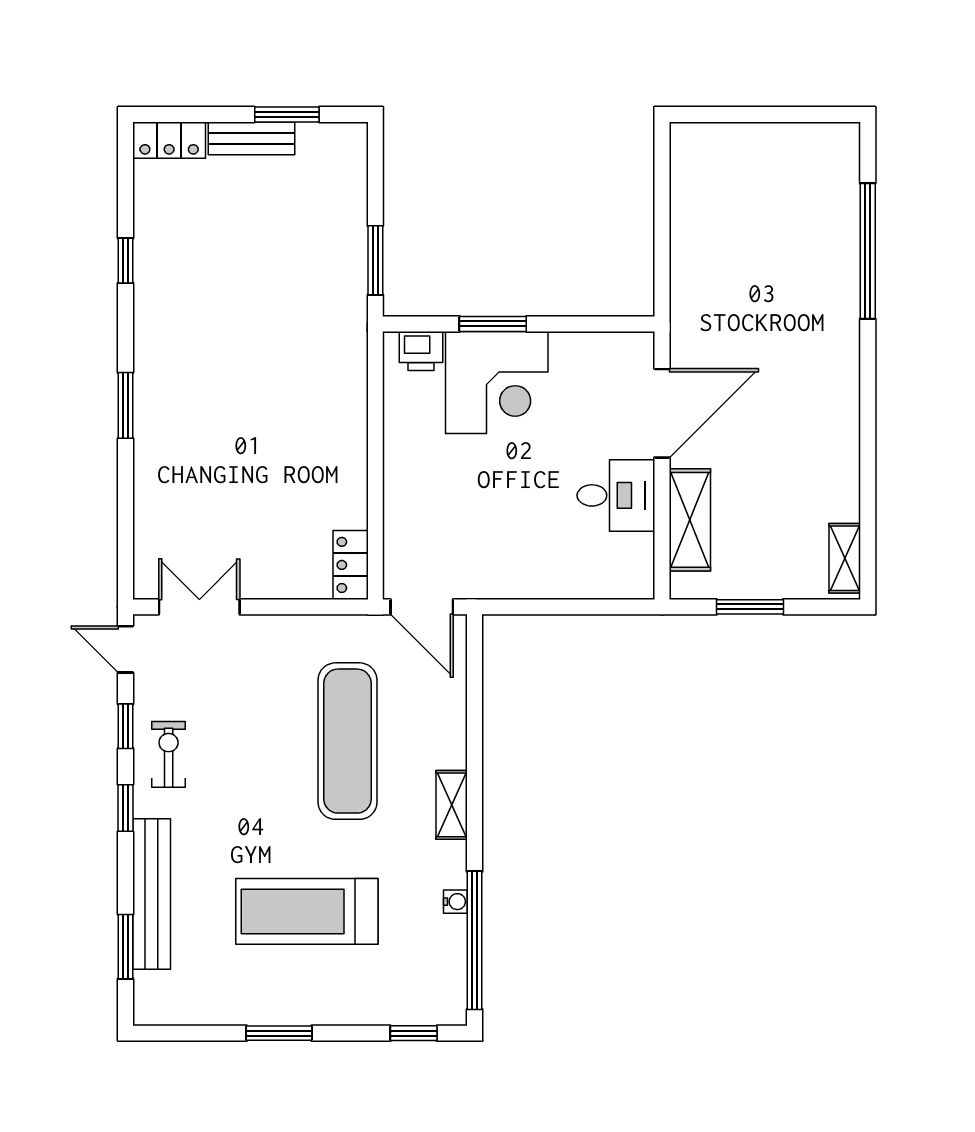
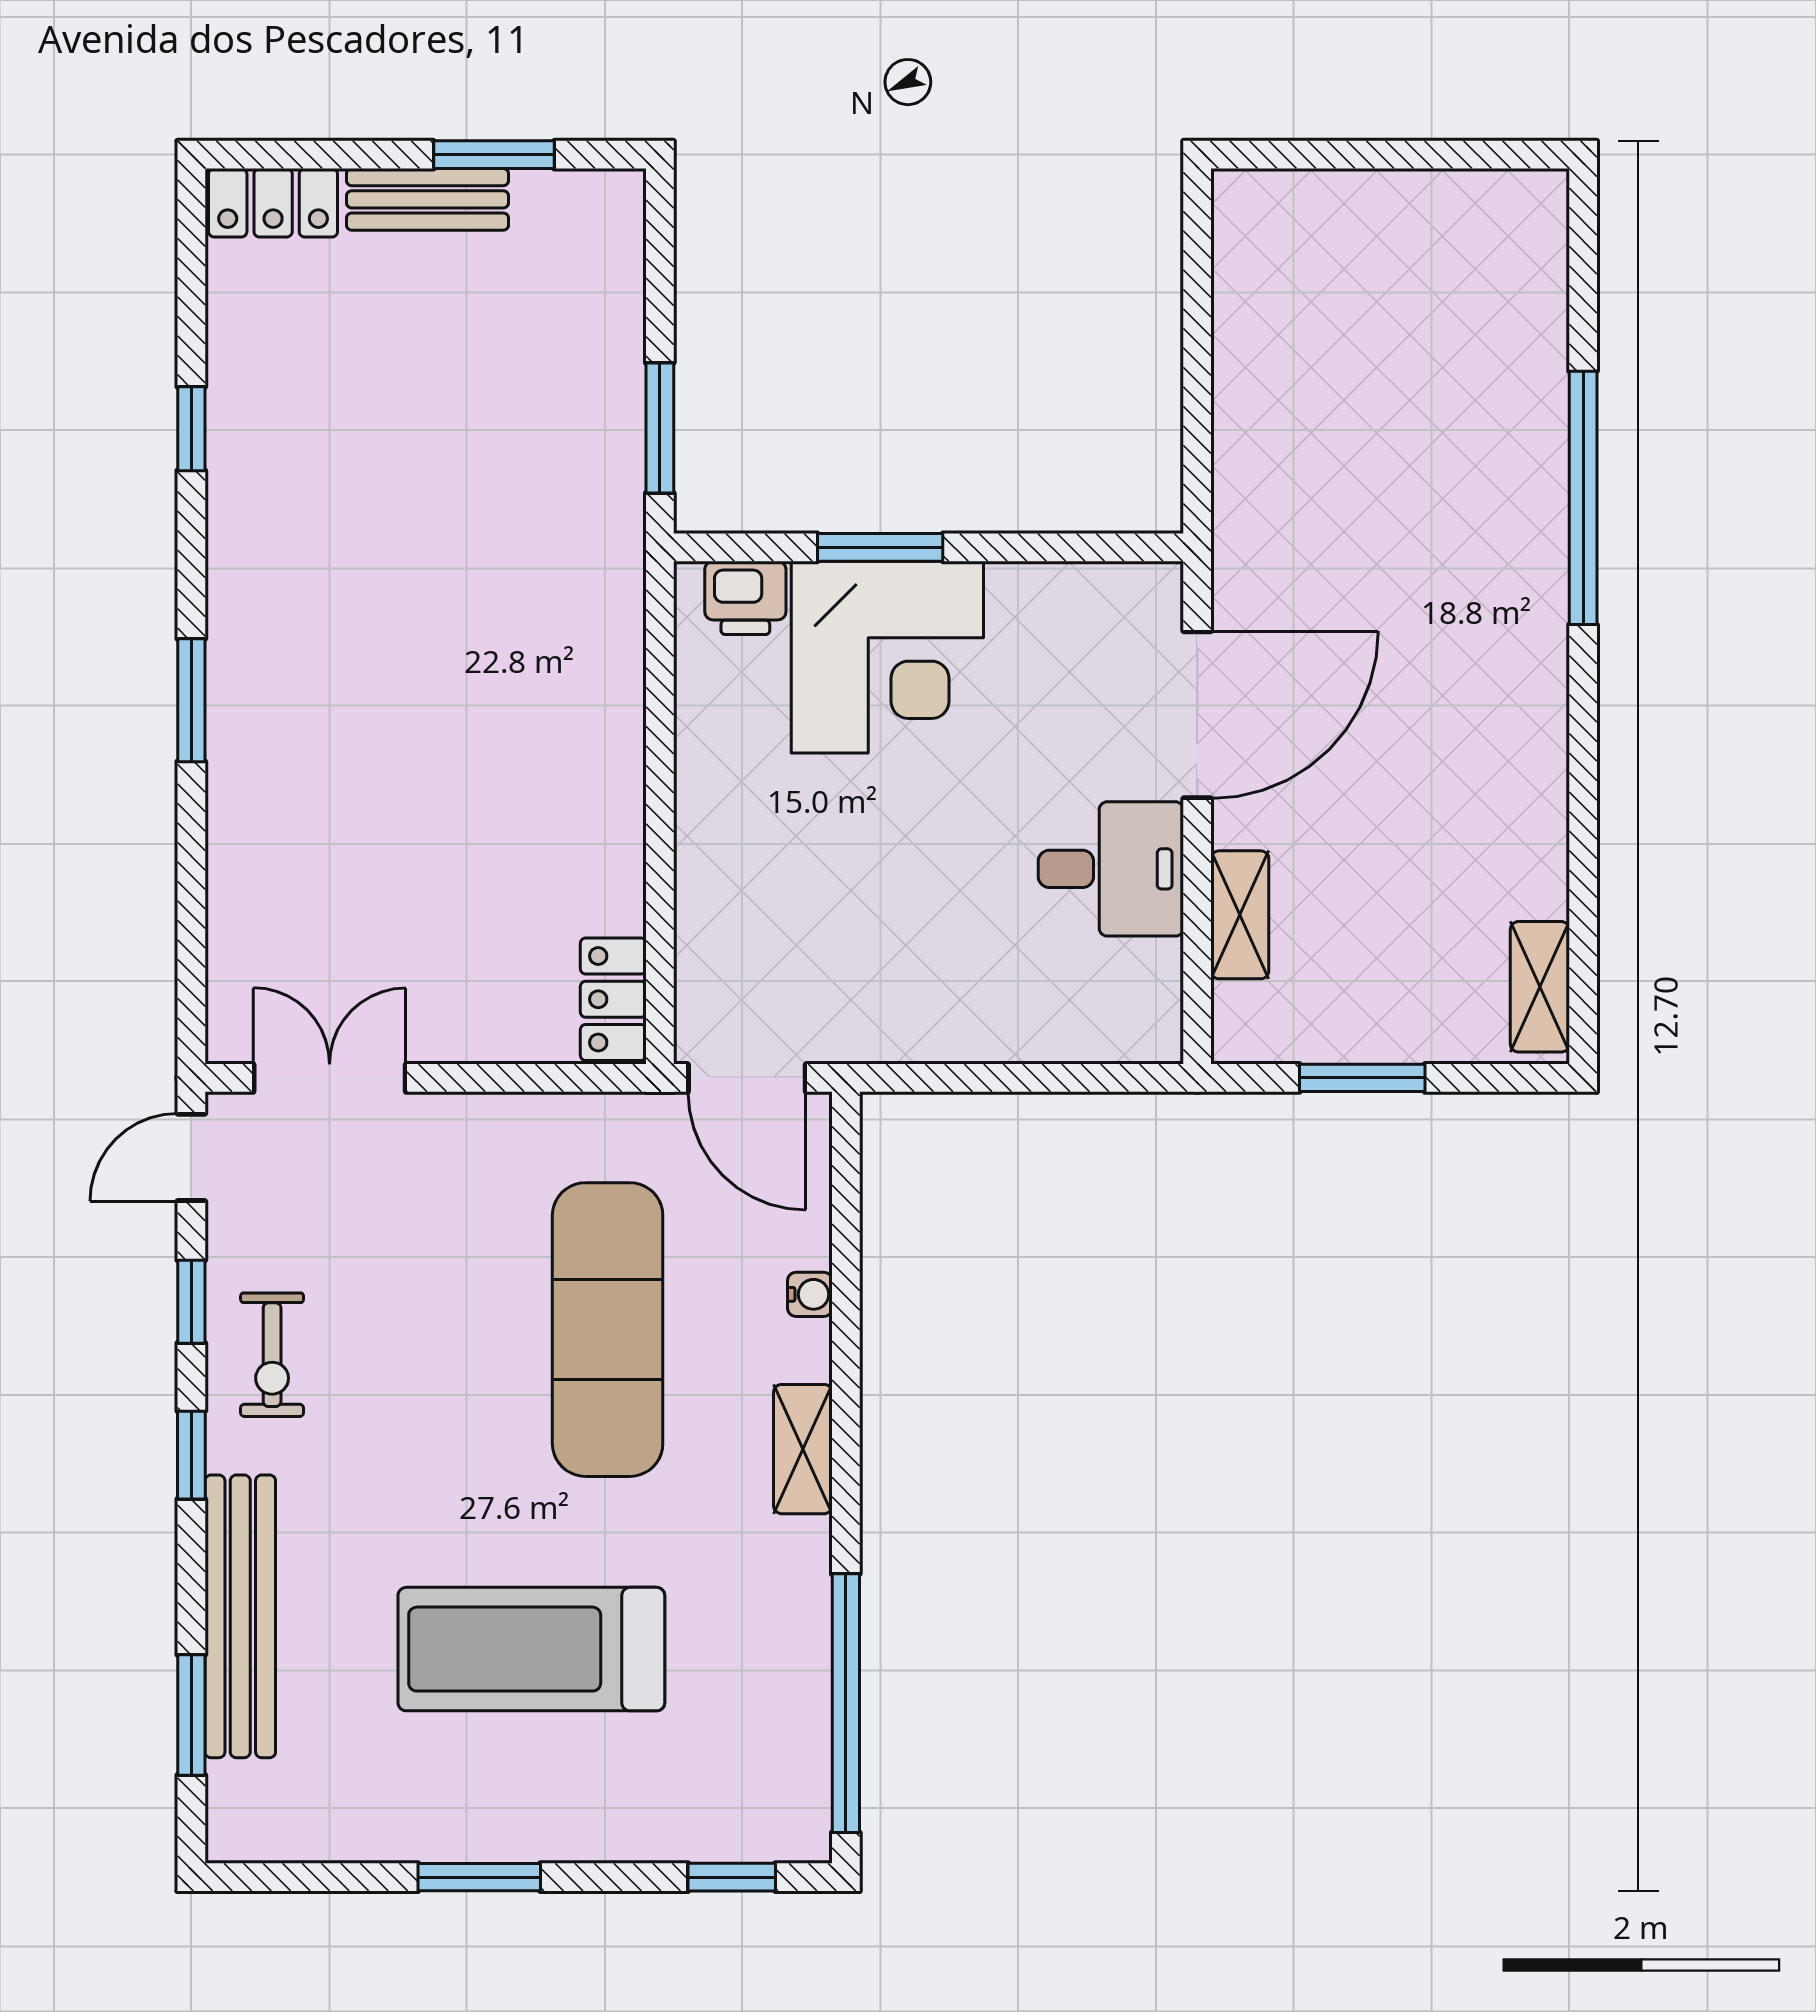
window: (868, 251) -> (1583, 498), moved
shelving: (690, 520) -> (1240, 915), width x0.67, depth x0.75
door: (126, 649) -> (191, 1157), hinge flipped
exercise bike: (169, 754) -> (272, 1355), turned 180
water cooler: (455, 902) -> (810, 1294), moved

